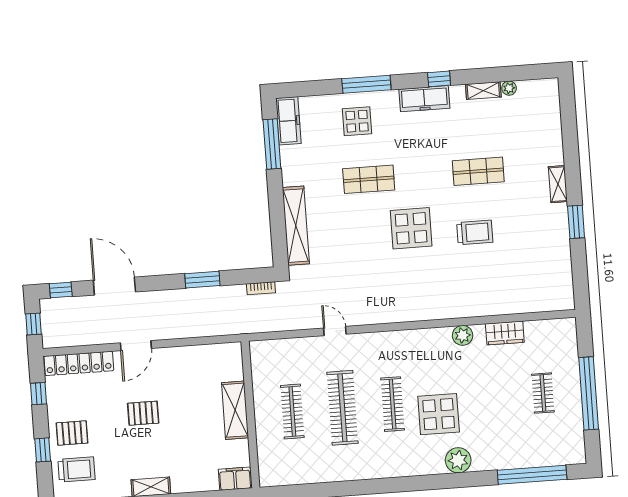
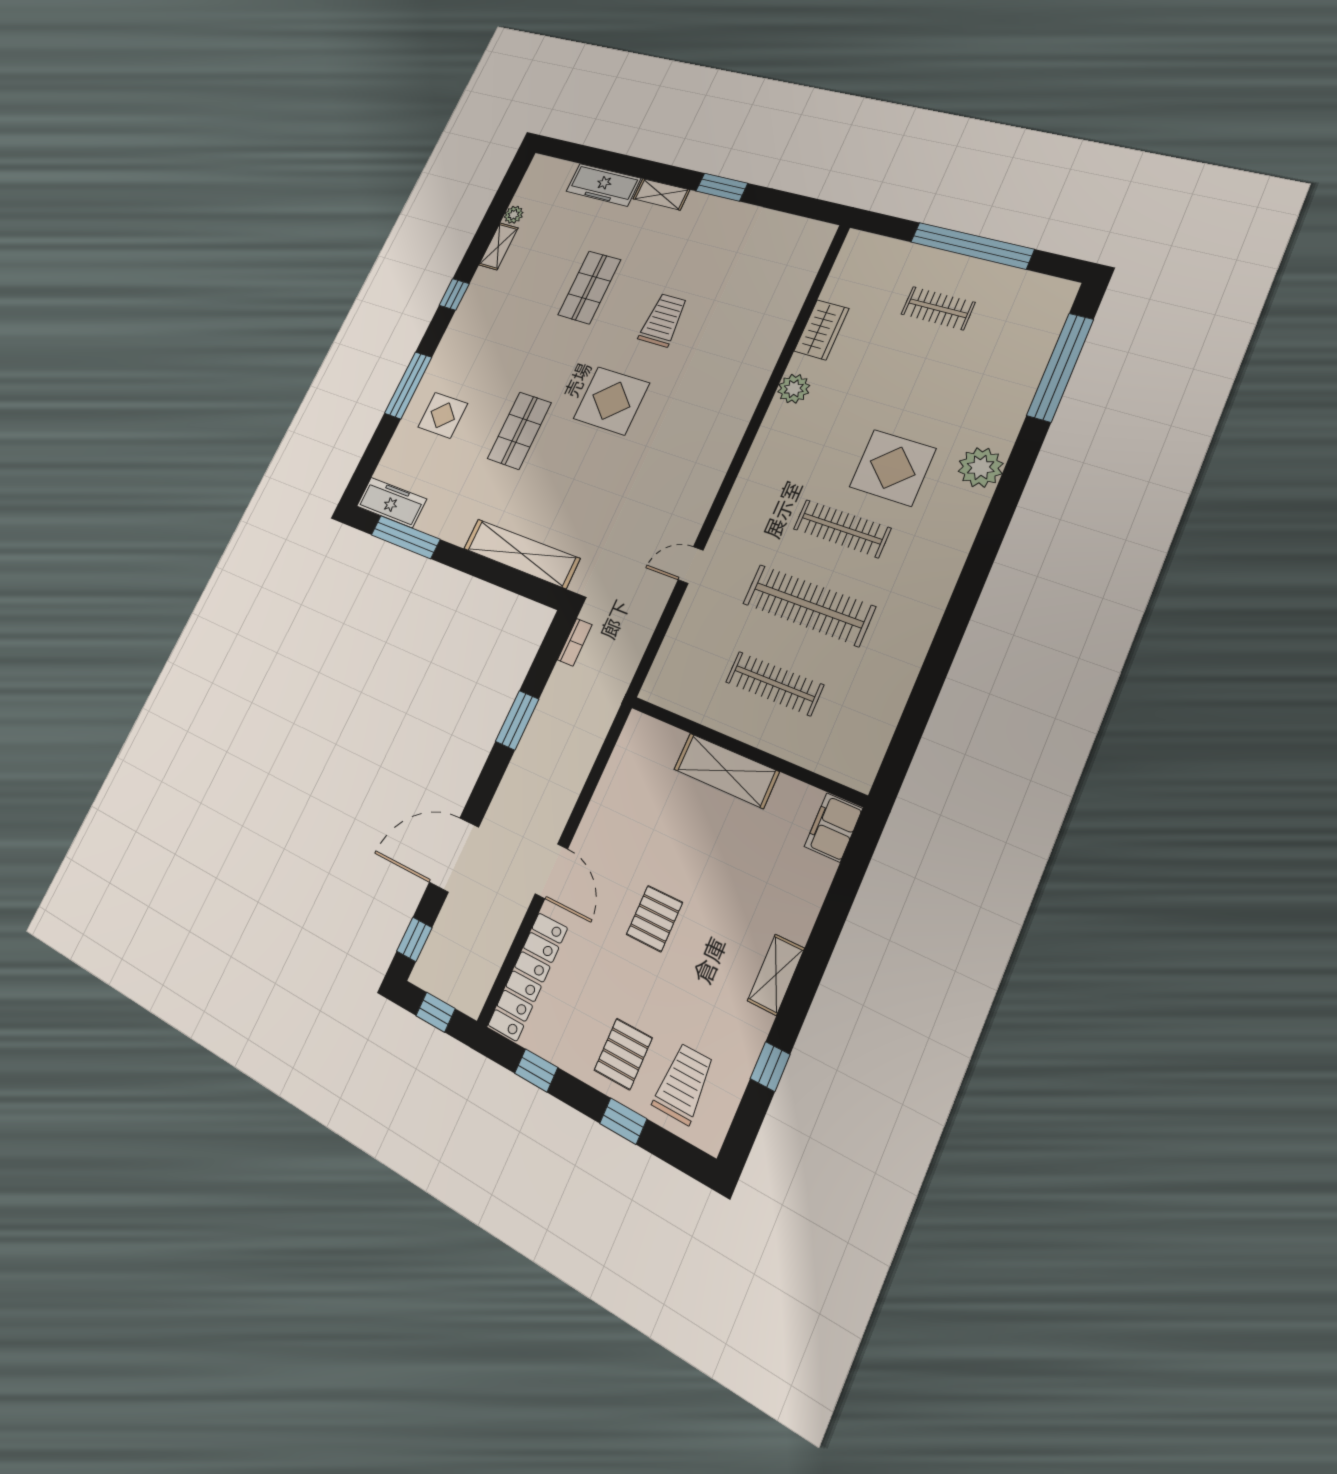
freezer: (424, 99) -> (603, 185), moved, turned 90

